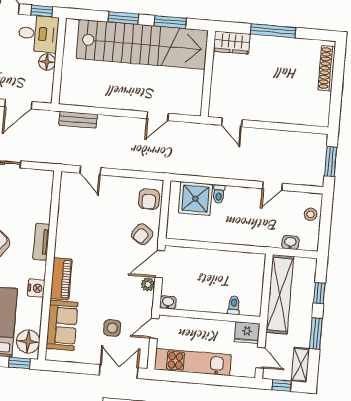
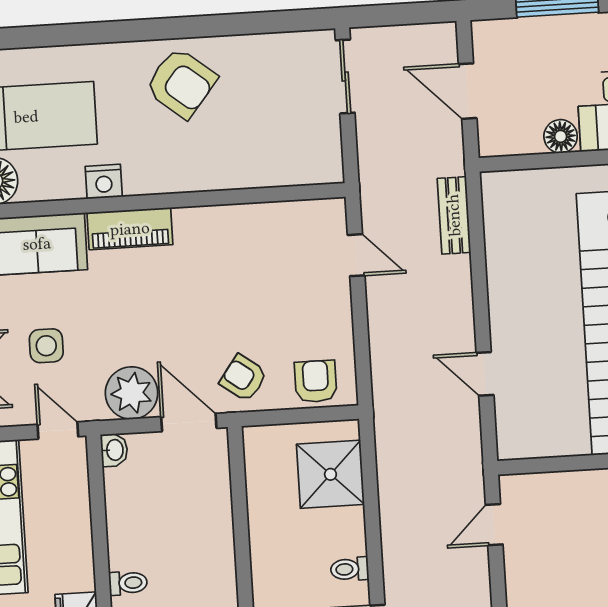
door: (90, 170) -> (356, 255), swing flipped
toilet: (219, 194) -> (350, 569), moved
armchair: (149, 199) -> (316, 381), turned 90
tv unit: (41, 242) -> (198, 178), removed
plant: (148, 284) -> (132, 393), width x1.87, depth x1.87

